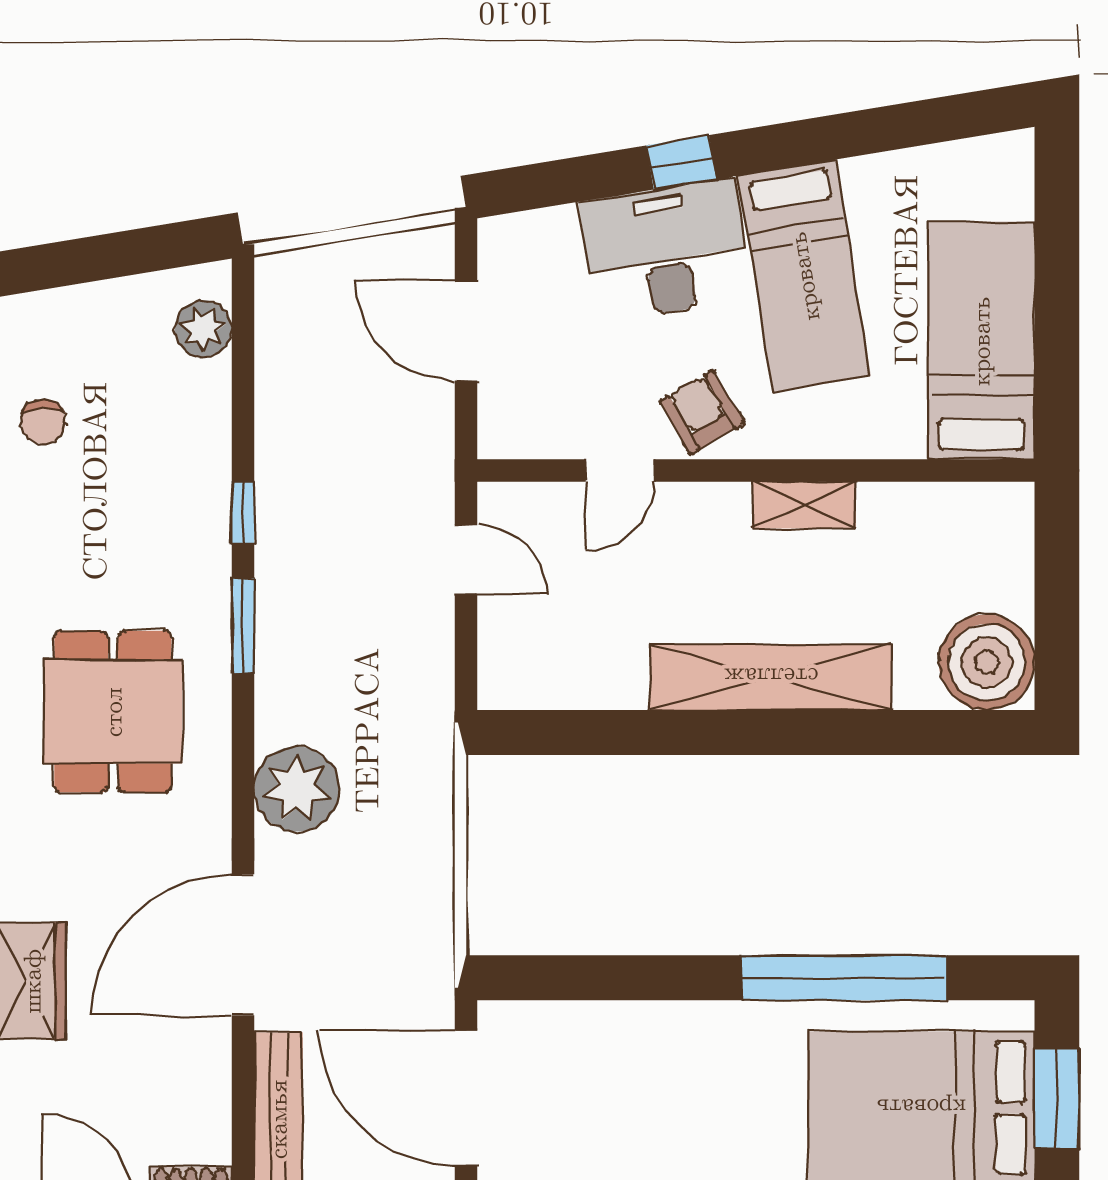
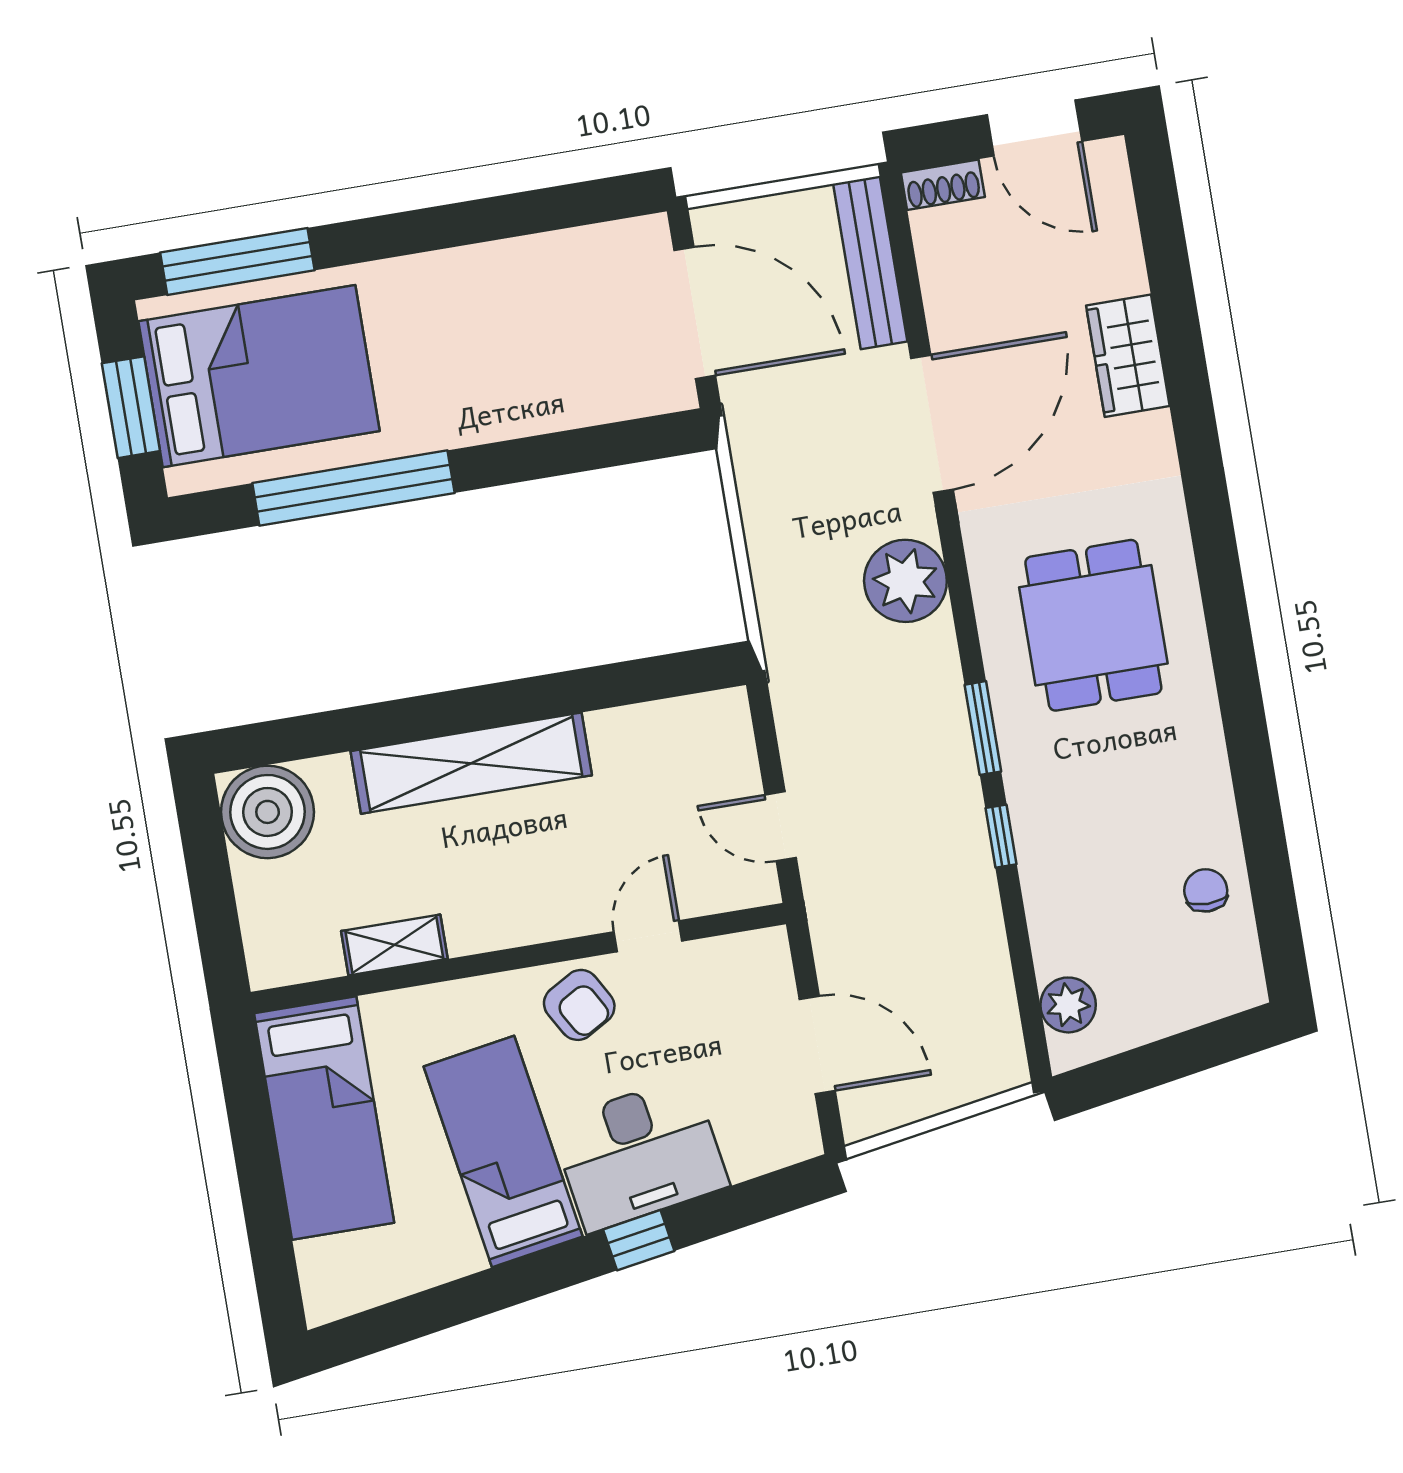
shelving: (804, 505) -> (394, 945), moved

